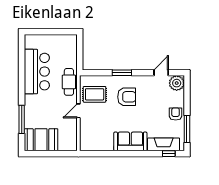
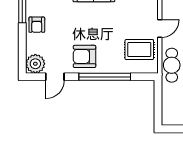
window: (122, 73) -> (105, 77), width x2.11
armchair: (127, 97) -> (85, 56), moved

